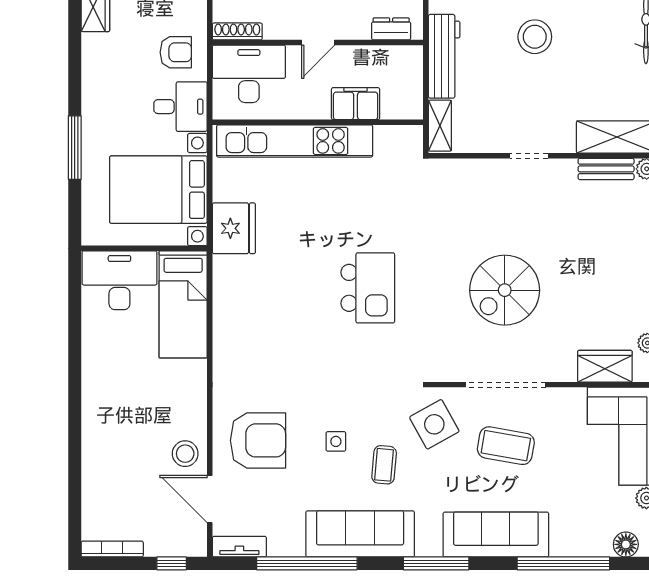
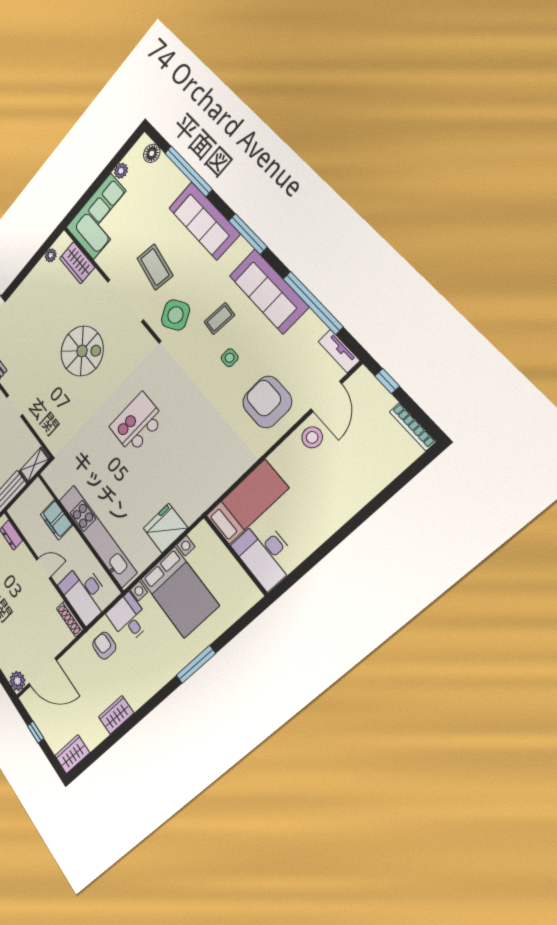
wall: (144, 248) -> (235, 555), moved
desk: (119, 280) -> (265, 554), moved
bed: (183, 304) -> (247, 502), moved

